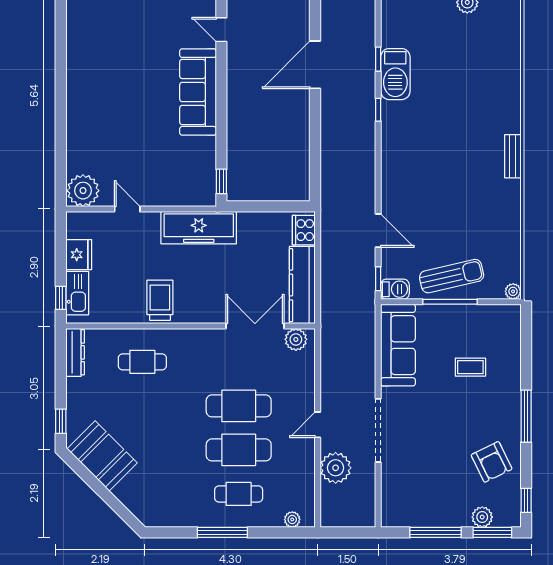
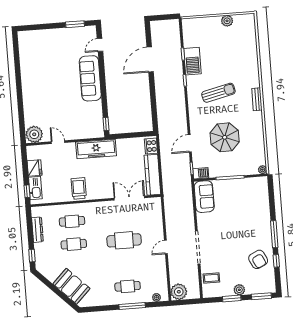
door: (221, 30) -> (100, 45), hinge flipped
parasol: (446, 224) -> (225, 137), added
door: (378, 231) -> (190, 143), swing flipped
sun lounger: (452, 276) -> (218, 93), moved
plant: (296, 339) -> (151, 203), removed
sofa: (398, 345) -> (204, 197), width x0.73
dresser: (75, 352) -> (37, 230), moved
coffee table: (470, 367) -> (211, 278), moved
cafe table: (239, 450) -> (74, 244), moved, width x0.73, depth x0.74
booth: (102, 456) -> (71, 286), moved
plant: (336, 468) -> (179, 292), moved
window: (526, 500) -> (276, 261), moved
plant: (482, 517) -> (239, 290), moved
window: (222, 532) -> (132, 306), moved
window: (436, 532) -> (232, 298), width x0.69

